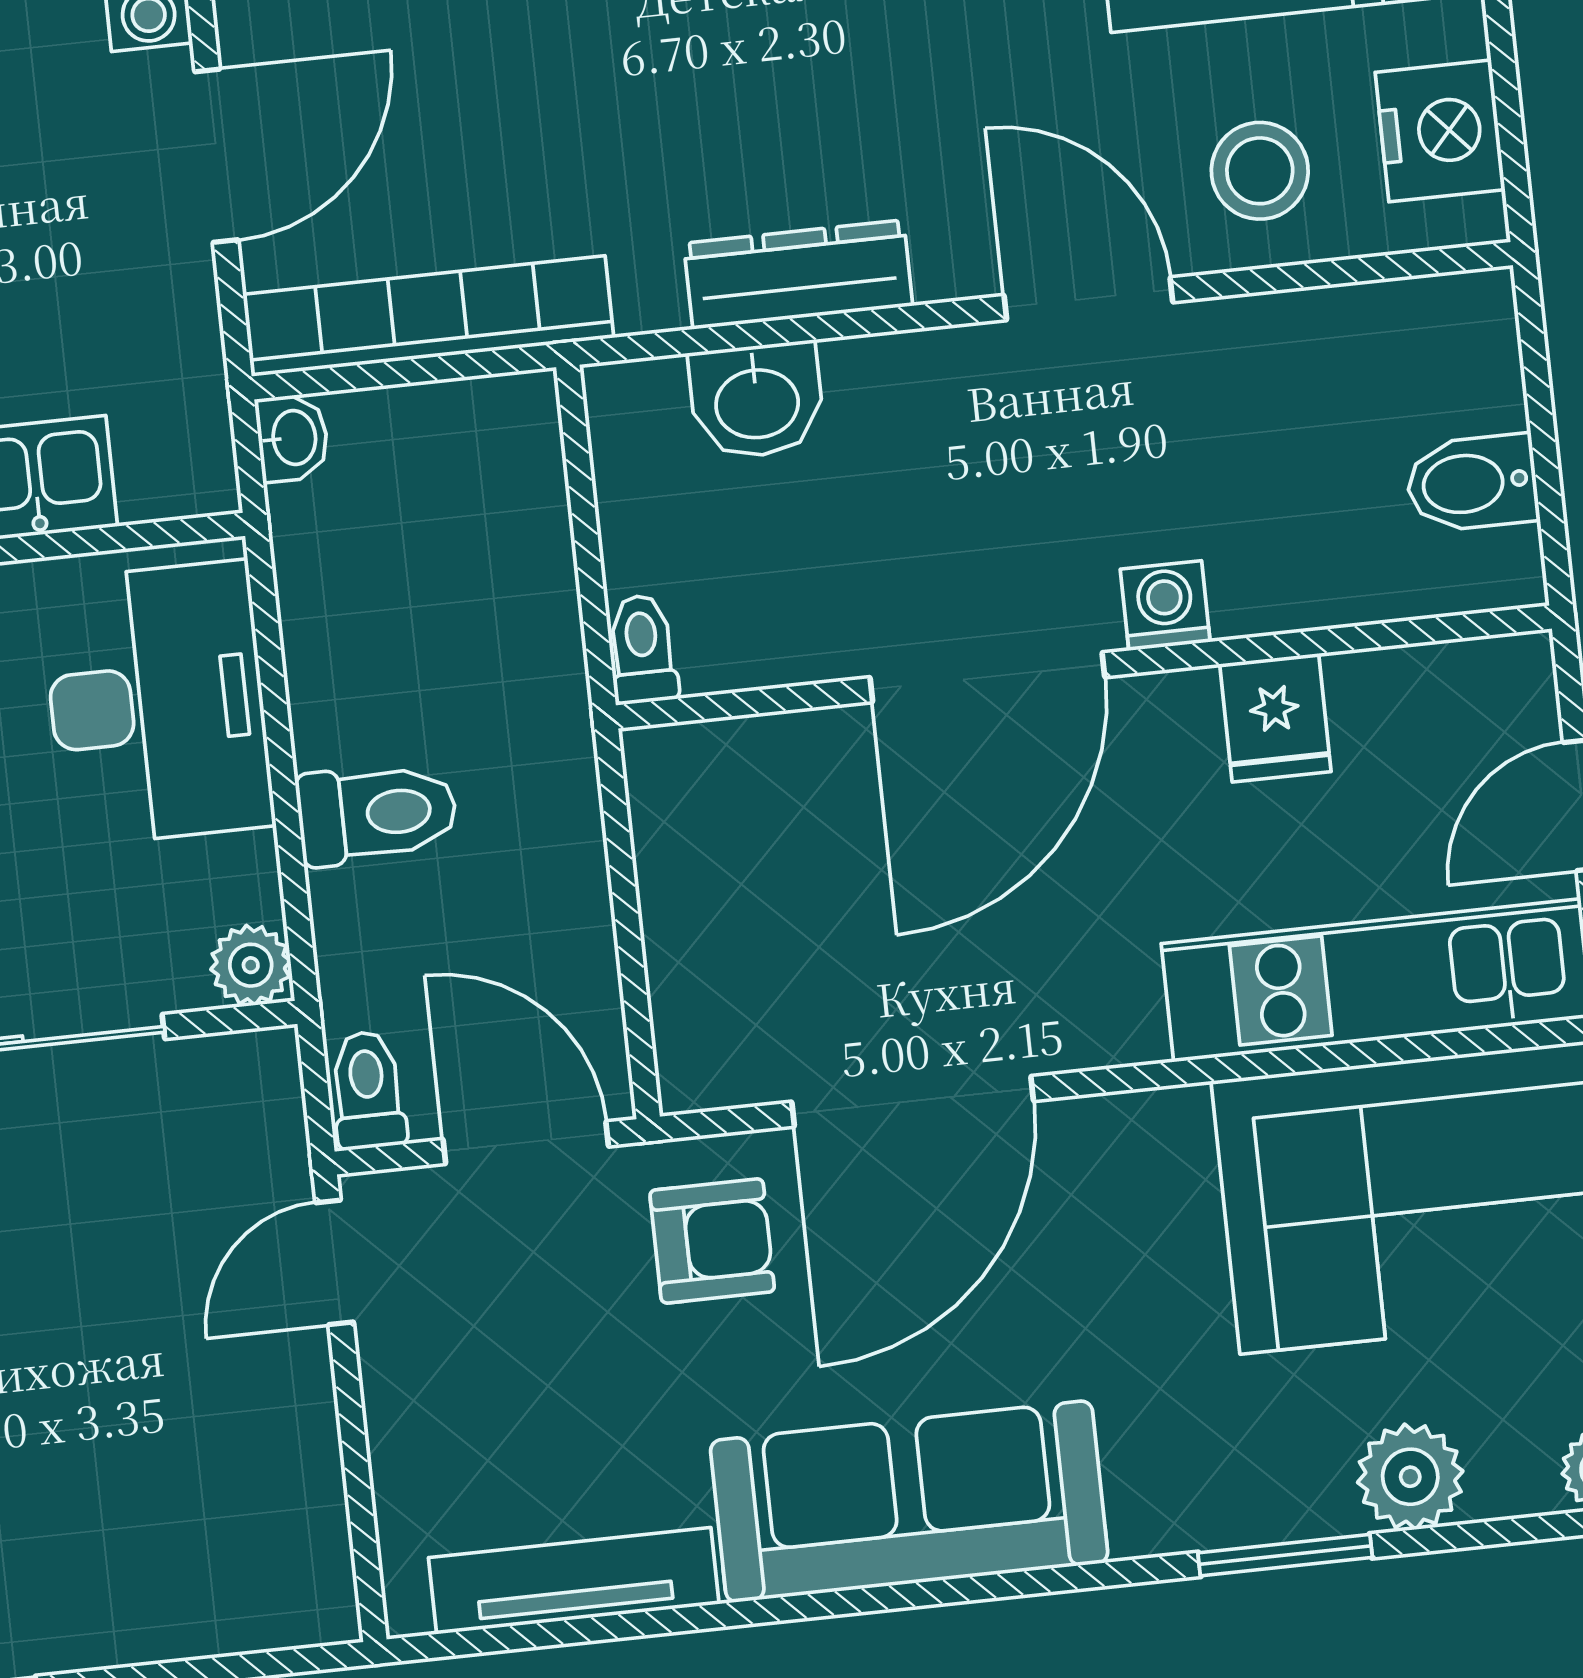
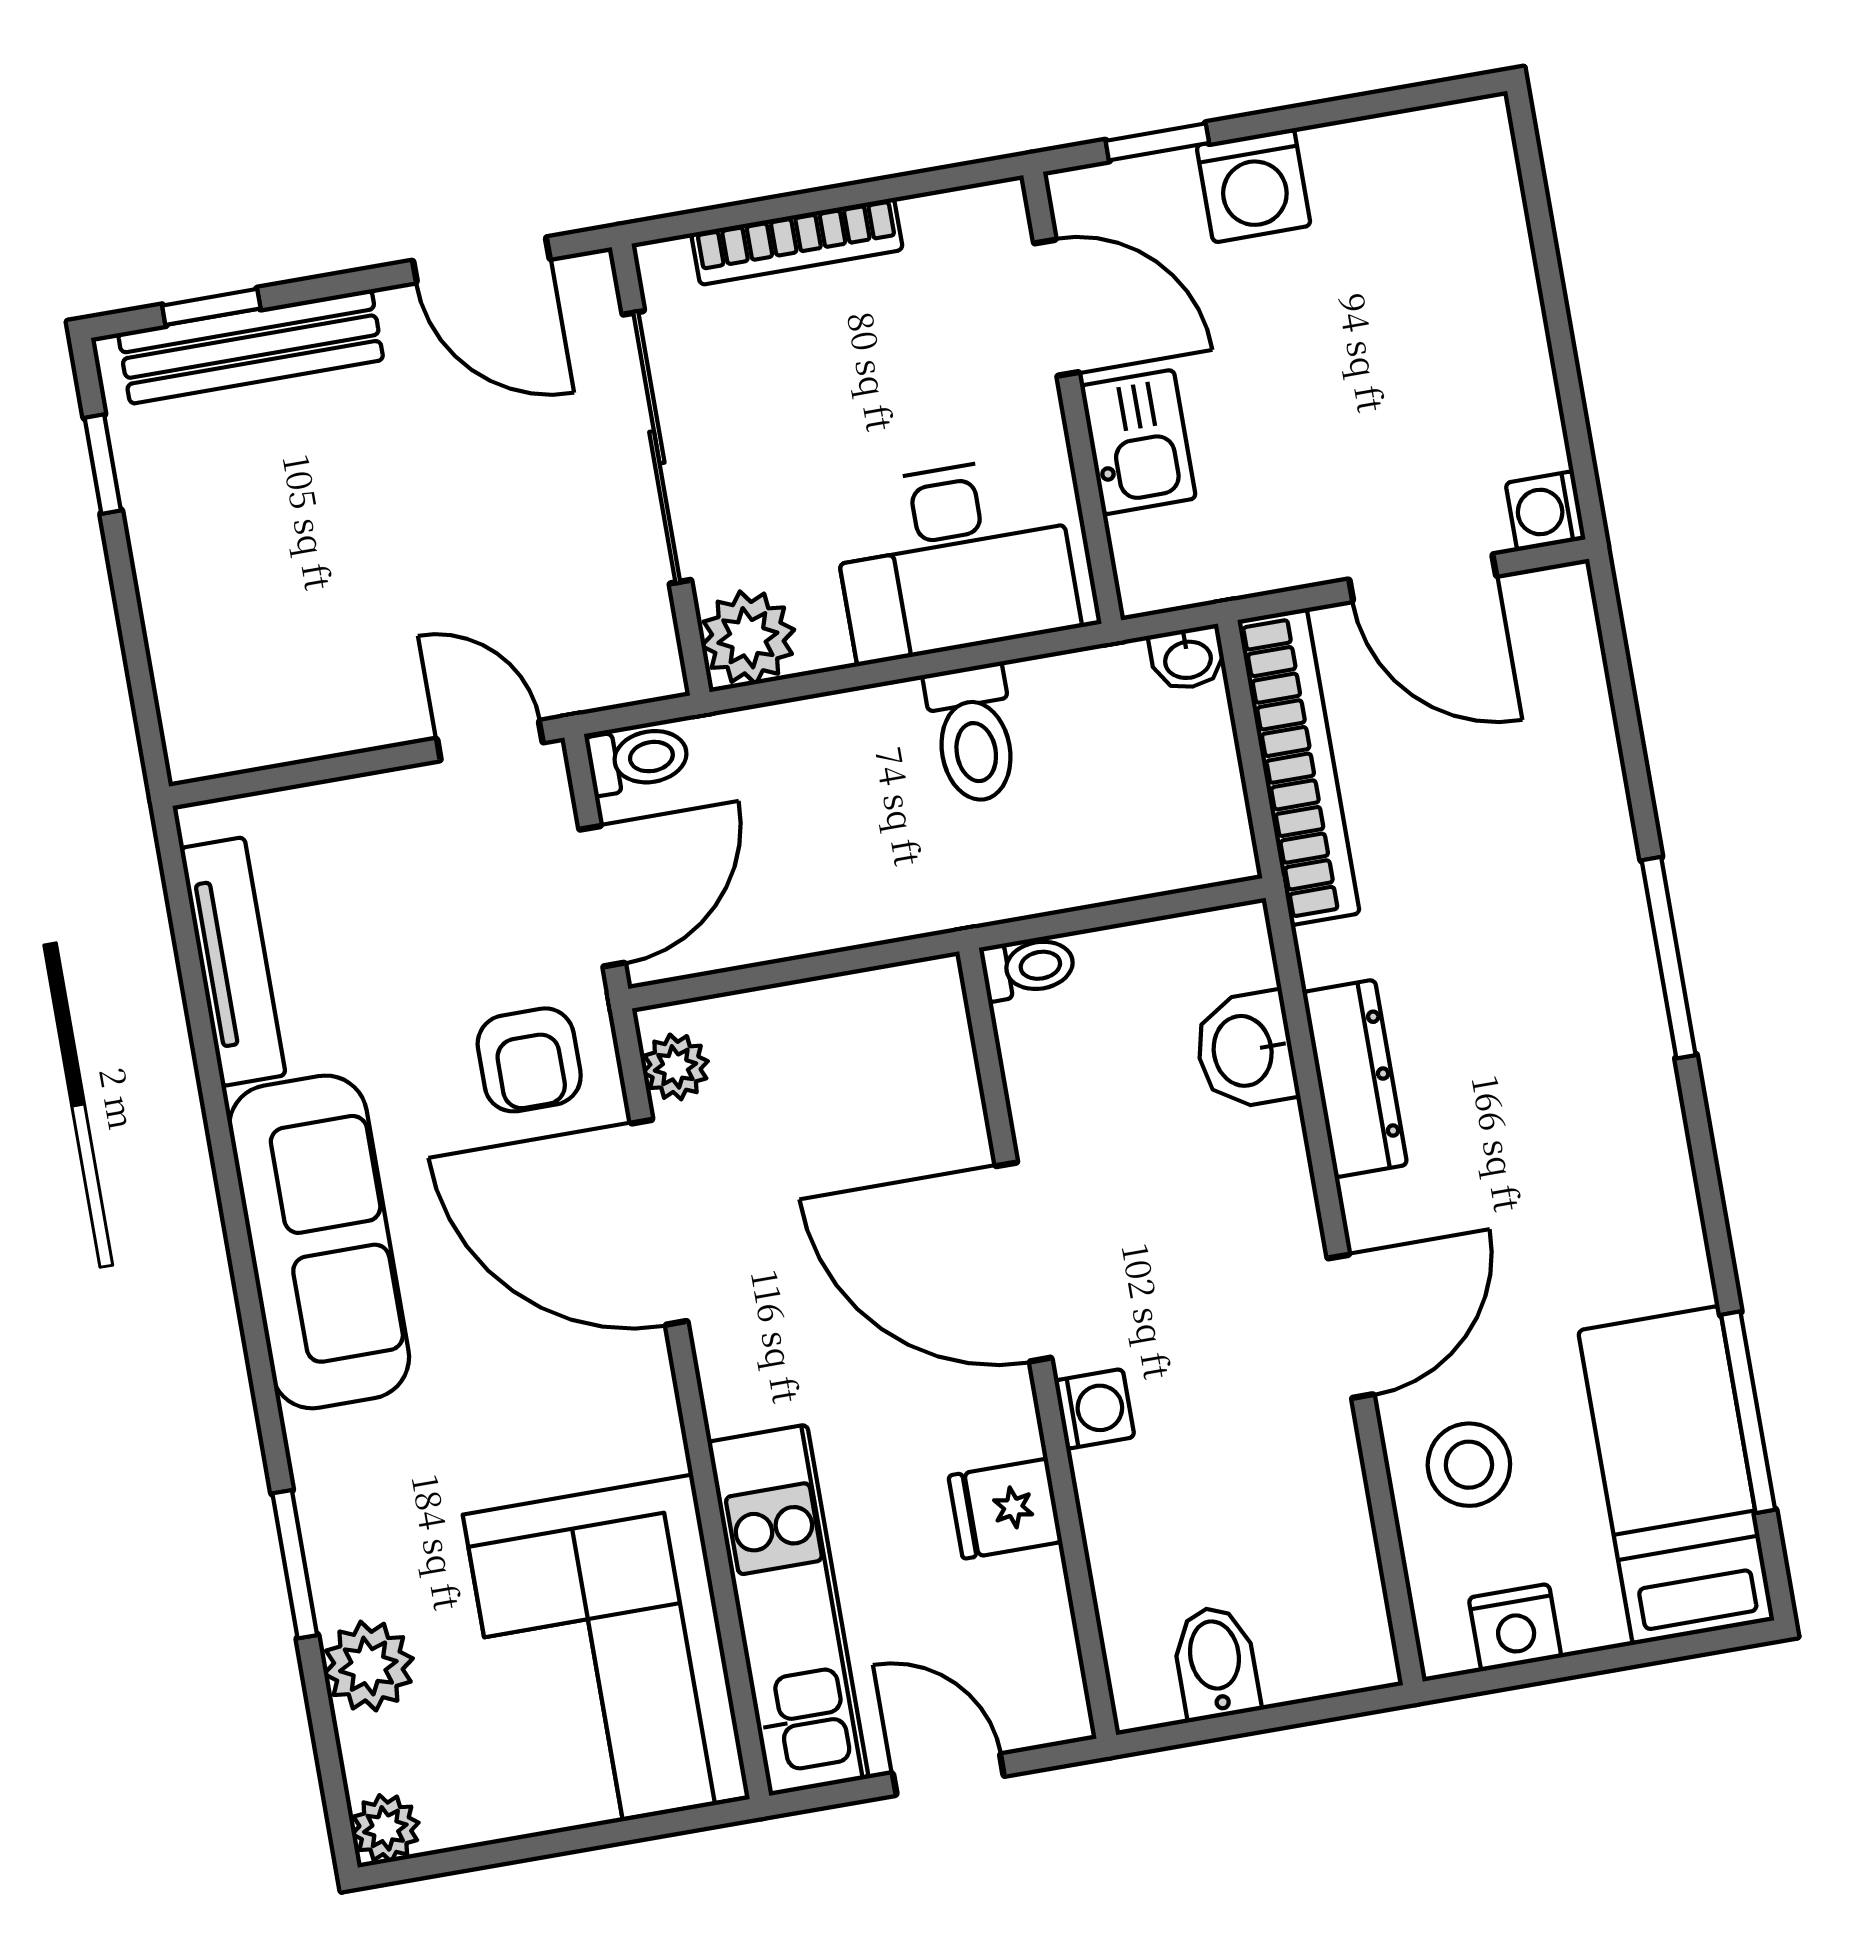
nightstand: (1440, 131) -> (1515, 1628), width x0.74, depth x0.75
toilet: (377, 814) -> (973, 734), moved
plant: (251, 965) -> (748, 638), width x1.38, depth x1.38
plant: (732, 1070) -> (675, 1067), added

